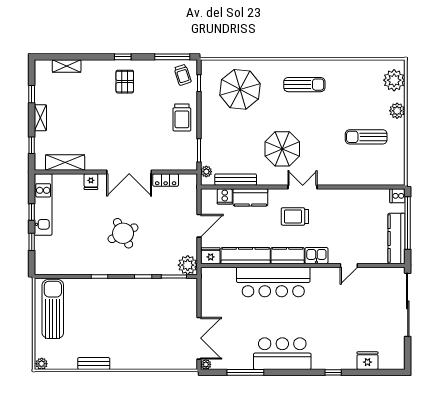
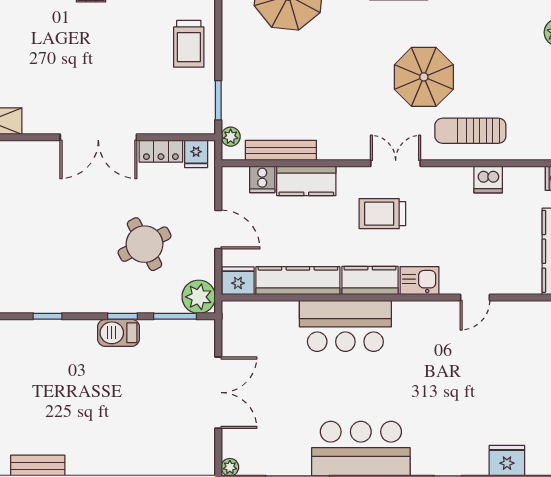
sun lounger: (366, 137) -> (470, 131), moved
parasol: (282, 149) -> (424, 77), moved
fridge: (91, 182) -> (196, 154), moved
dishwasher: (357, 197) -> (488, 179), added
door: (199, 226) -> (218, 230), hinge flipped
round table: (123, 233) -> (145, 244), moved
bar counter: (273, 282) -> (345, 326), width x0.73
barbecue: (141, 286) -> (118, 333), added
double door: (199, 338) -> (218, 393), moved

